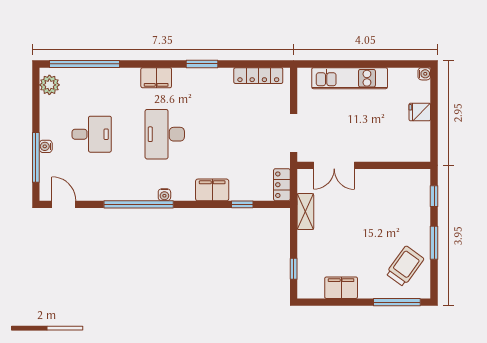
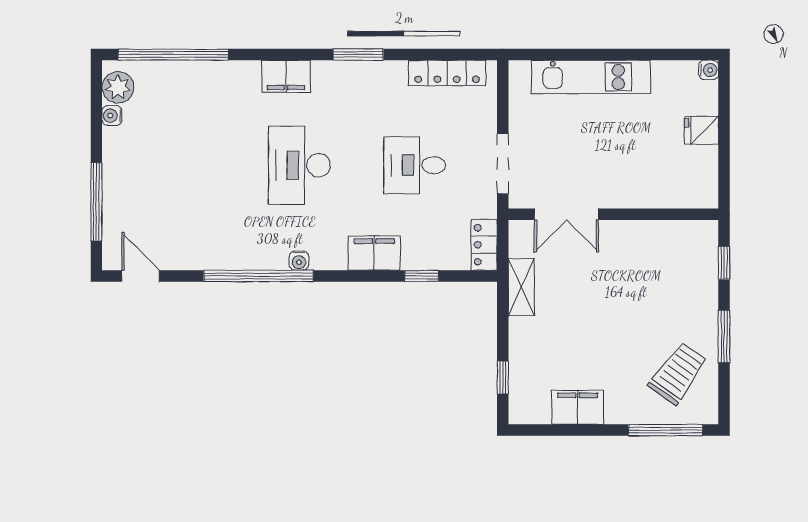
desk: (92, 134) -> (415, 165), moved, turned 180
water cooler: (46, 146) -> (112, 116), moved

